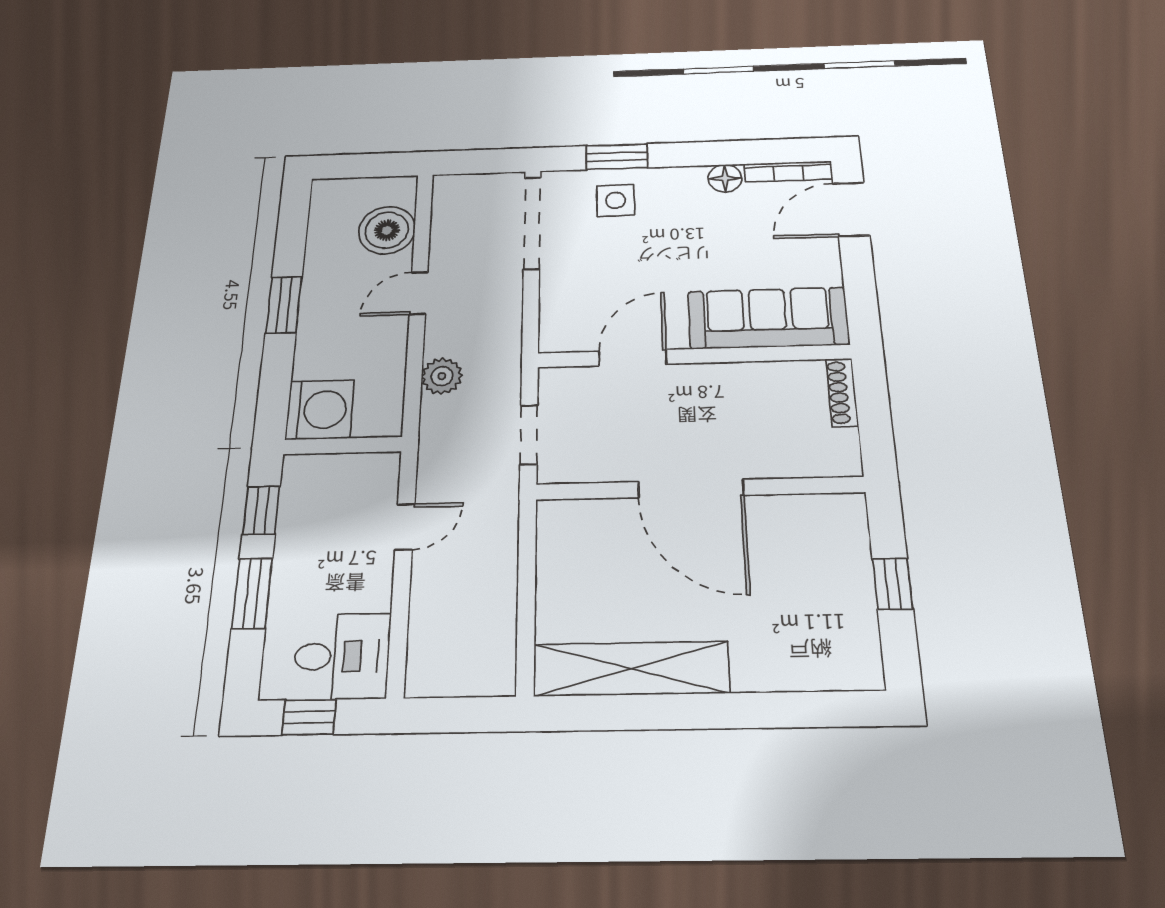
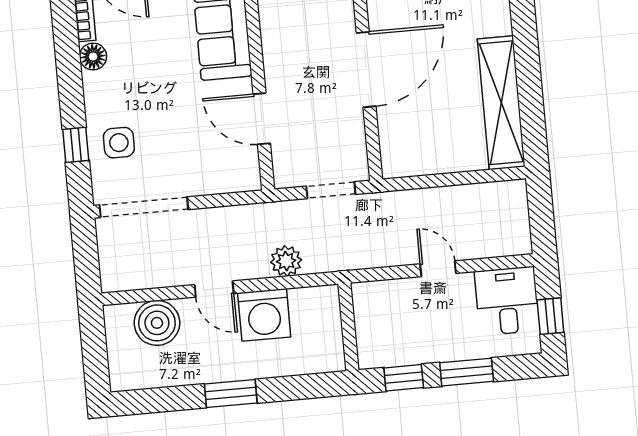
window: (617, 157) -> (76, 145), width x0.67
washing machine: (320, 410) -> (264, 315), moved, turned 180
door: (405, 527) -> (438, 269), moved

